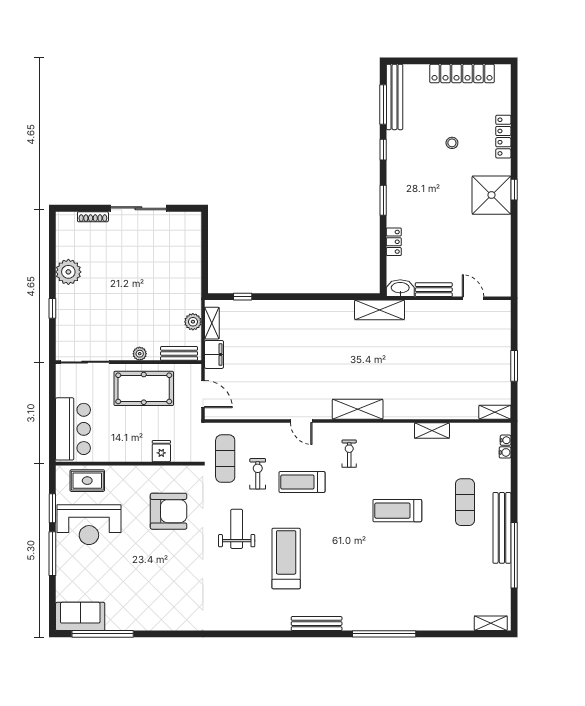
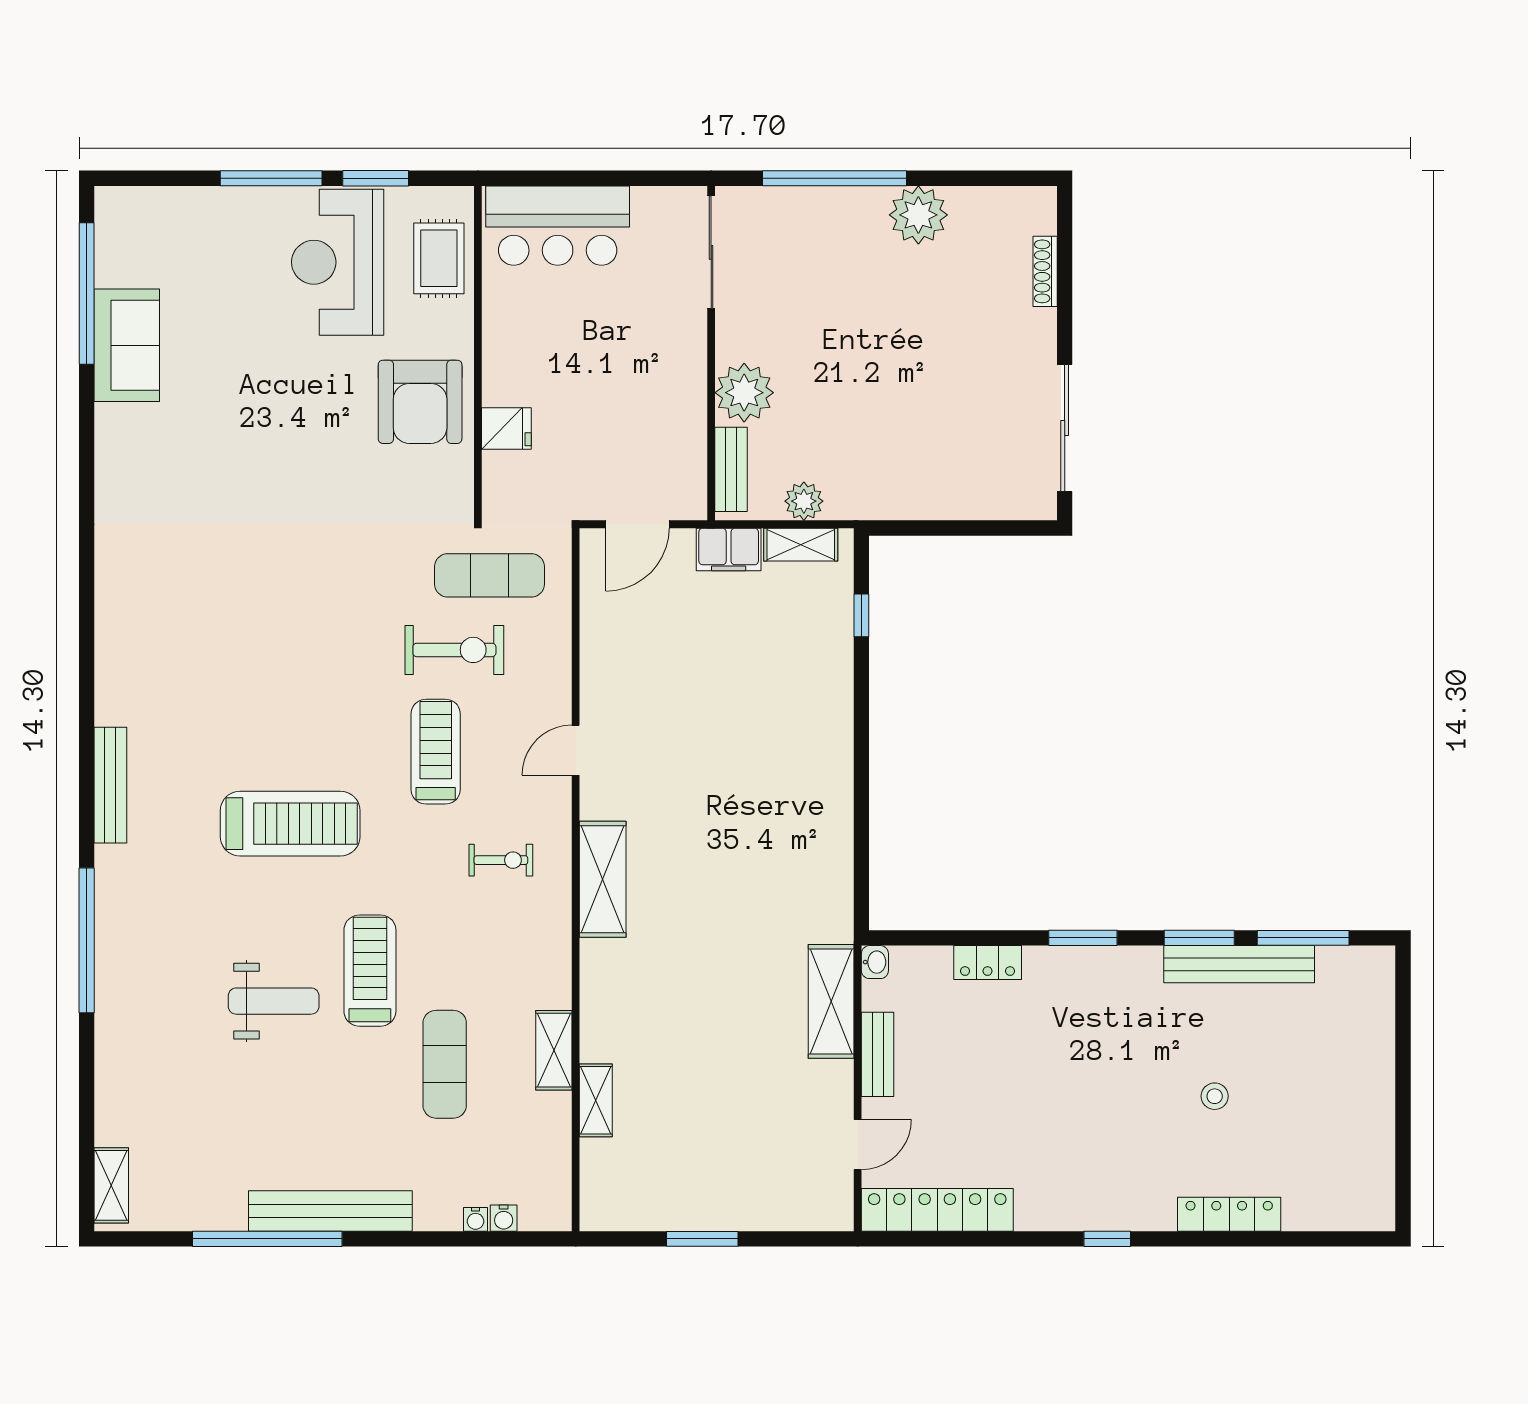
locker: (462, 74) -> (937, 1210), moved, turned 90
bench: (395, 97) -> (1239, 964), moved
window: (383, 150) -> (1199, 938), width x1.50
shower: (491, 195) -> (1095, 1187), removed
sliding door: (138, 208) -> (1065, 428), moved
washbasin: (400, 288) -> (875, 962), width x0.52, depth x0.69
window: (52, 308) -> (834, 178), width x3.17
shelving: (380, 310) -> (831, 1001), moved
plant: (140, 354) -> (744, 393), width x1.88, depth x1.88
pool table: (144, 388) -> (651, 388), removed
shelving: (495, 412) -> (596, 1100), moved
water cooler: (506, 440) -> (475, 1219), moved
exercise bike: (258, 474) -> (454, 650), width x1.38, depth x1.39
exercise mat: (465, 502) -> (445, 1064), moved, turned 90
armchair: (169, 511) -> (420, 402), moved
weight bench: (237, 529) -> (274, 1001), moved
treadmill: (286, 558) -> (290, 824), moved
sofa: (80, 616) -> (127, 345), moved

